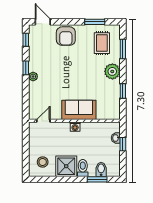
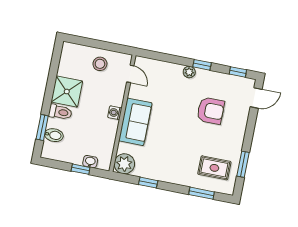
armchair: (66, 36) -> (211, 111), moved, turned 180
plant: (112, 71) -> (124, 164), moved
stool: (43, 162) -> (100, 64), moved

